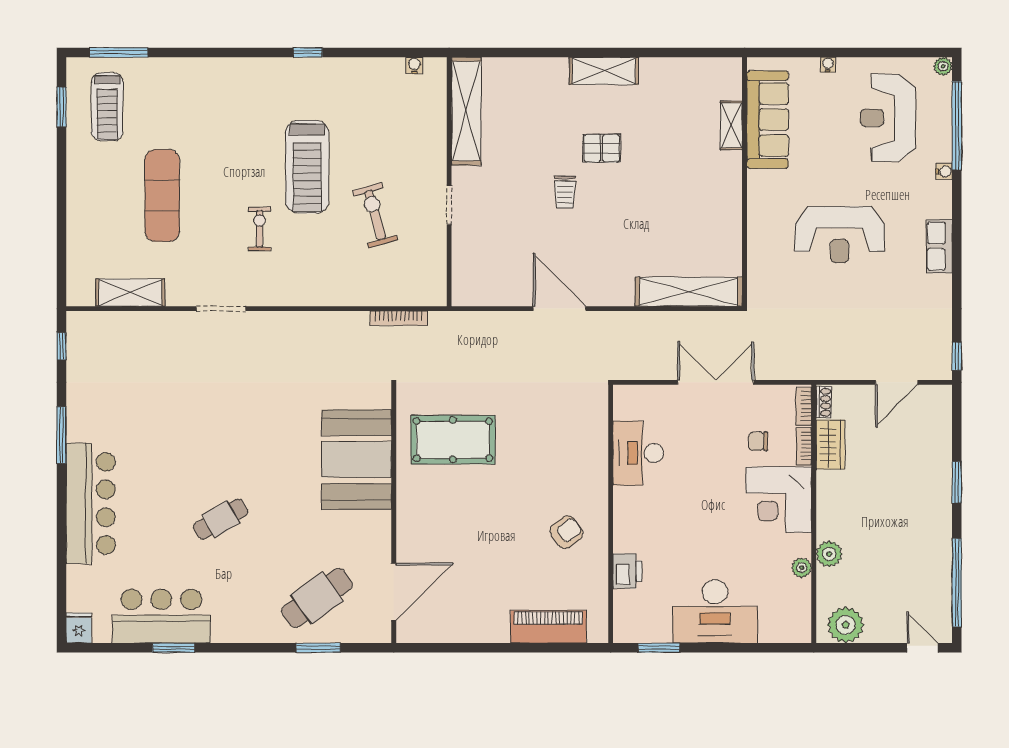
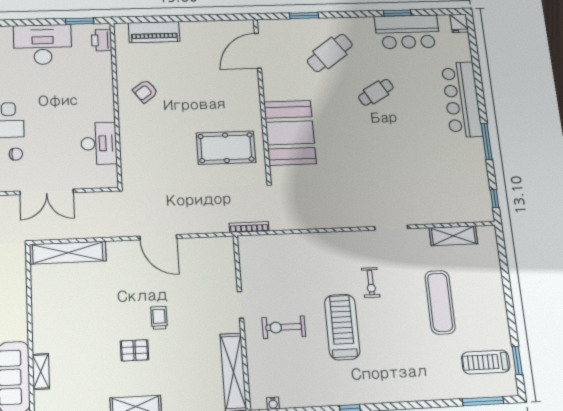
treadmill: (107, 107) -> (486, 362), turned -90
exercise bike: (375, 215) -> (284, 327), moved, turned 106
bookcase: (398, 318) -> (249, 227), moved
printer: (627, 571) -> (102, 40), moved
cafe table: (317, 598) -> (330, 53), moved

